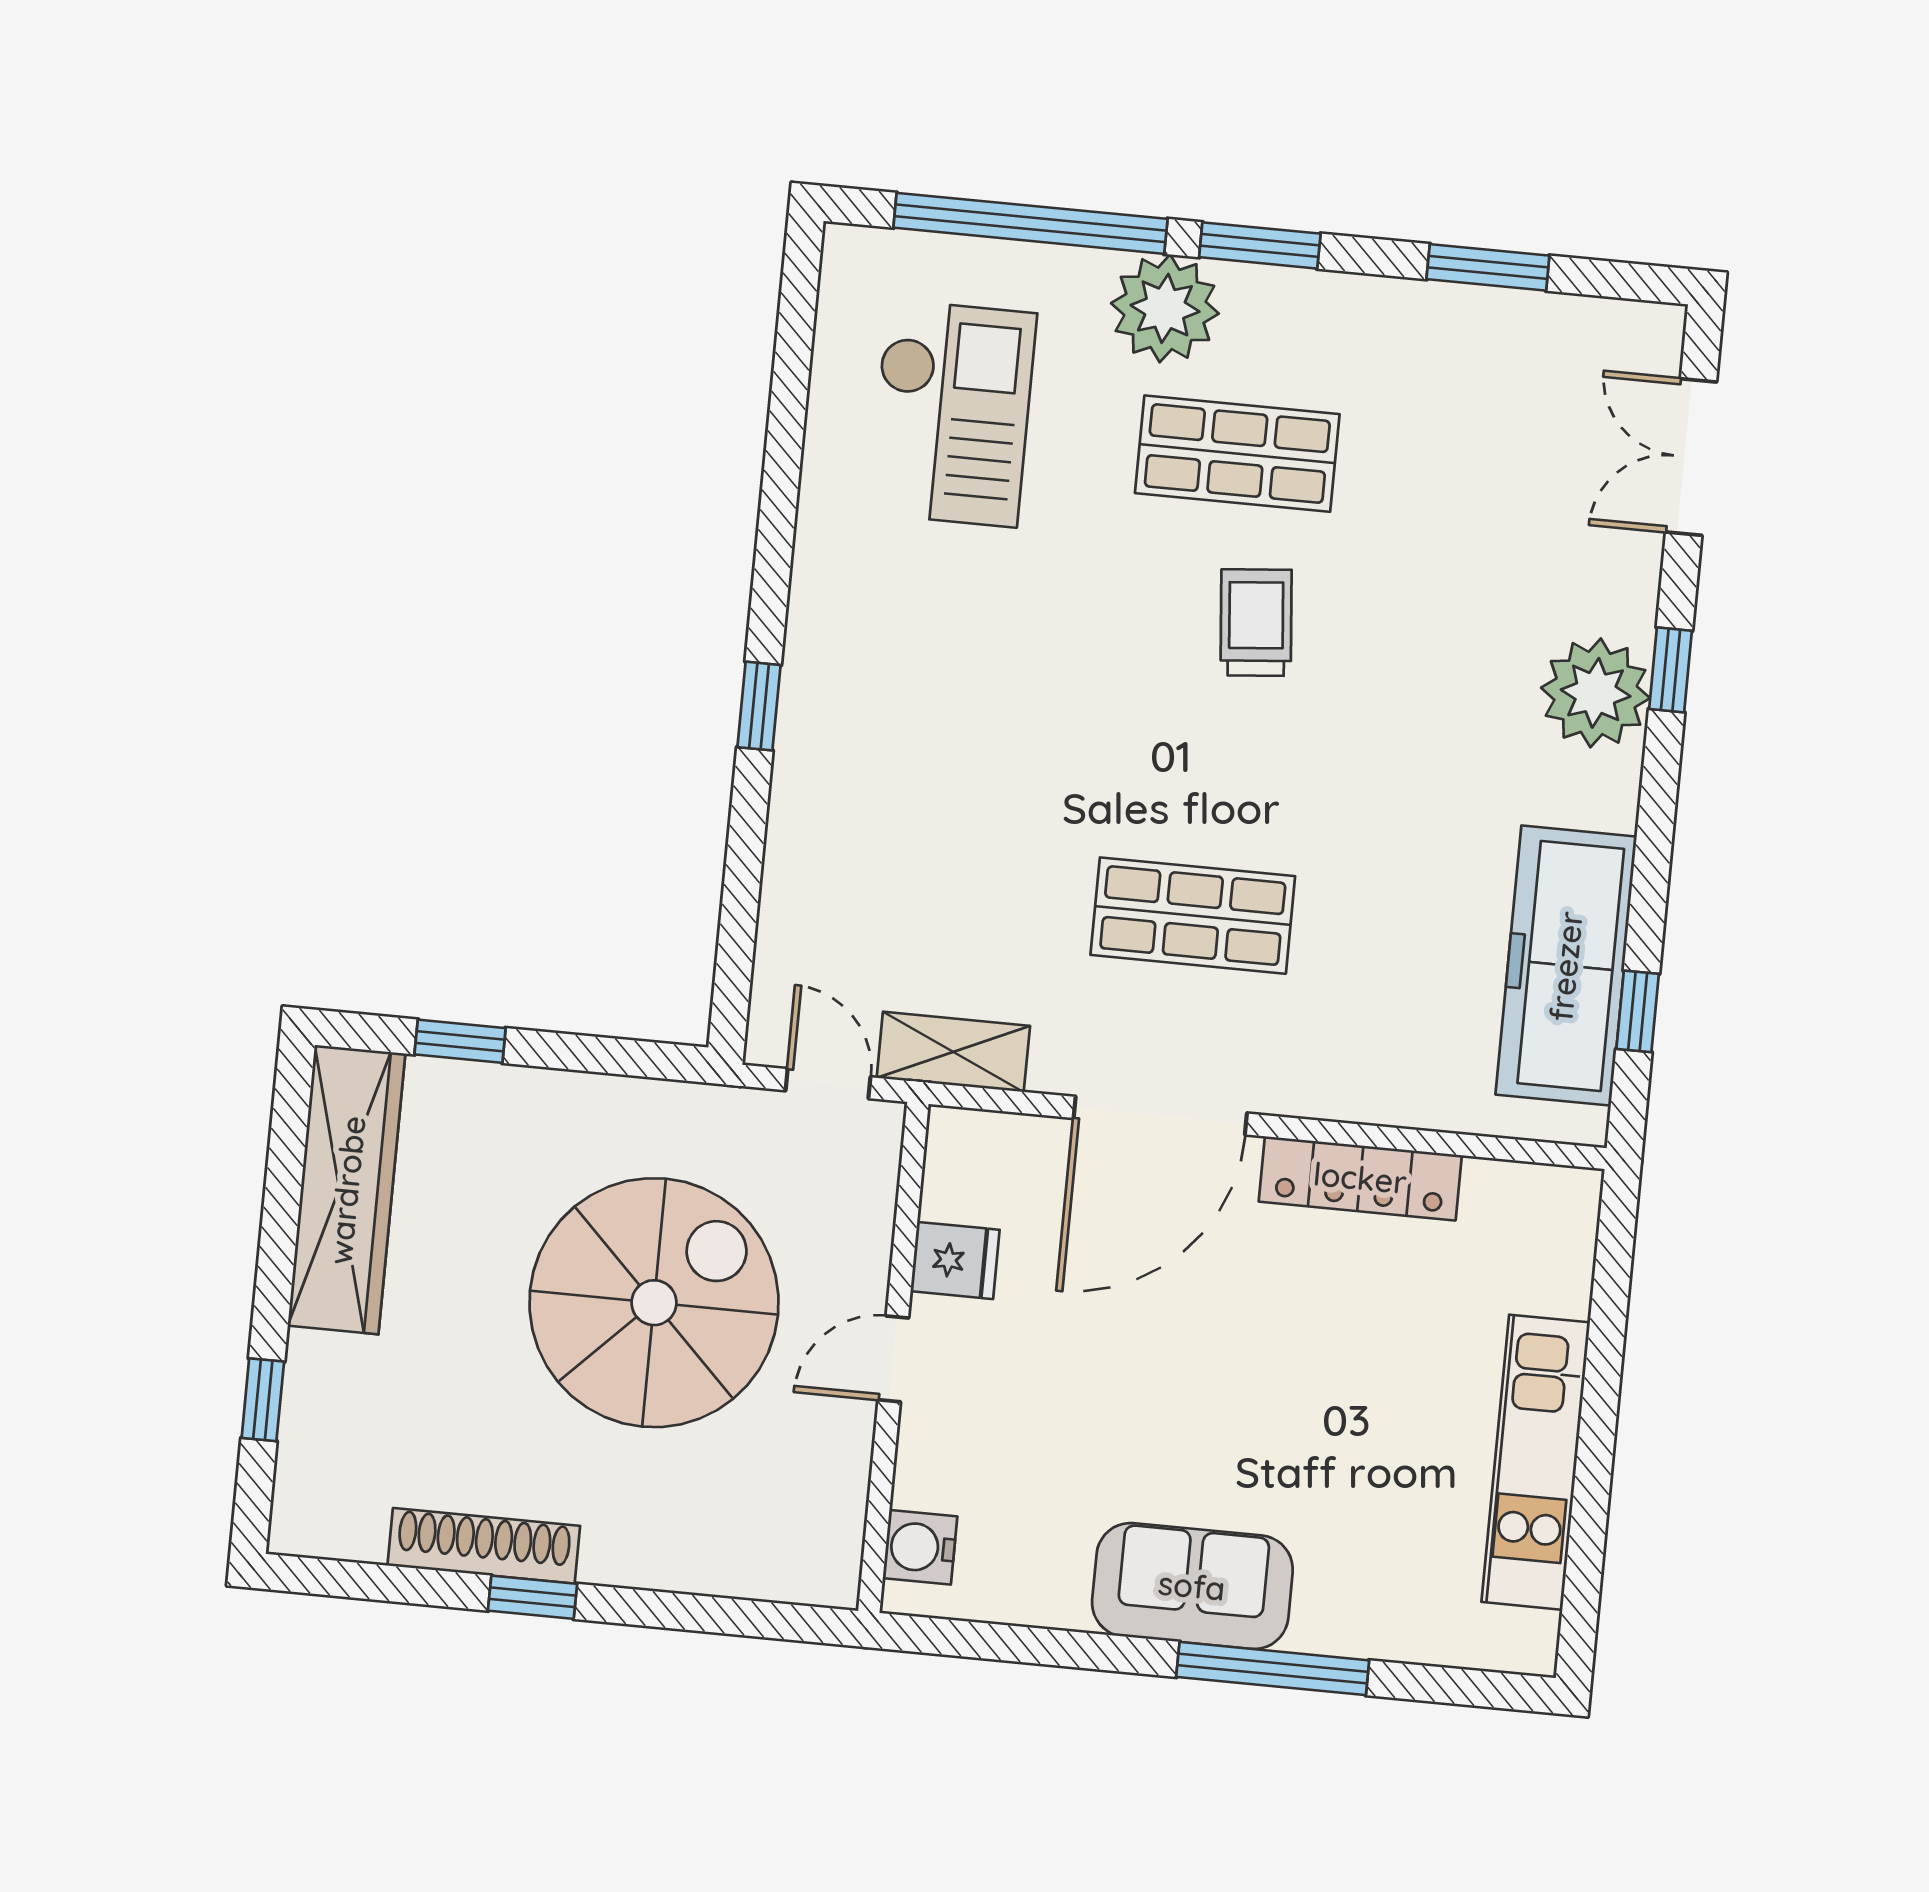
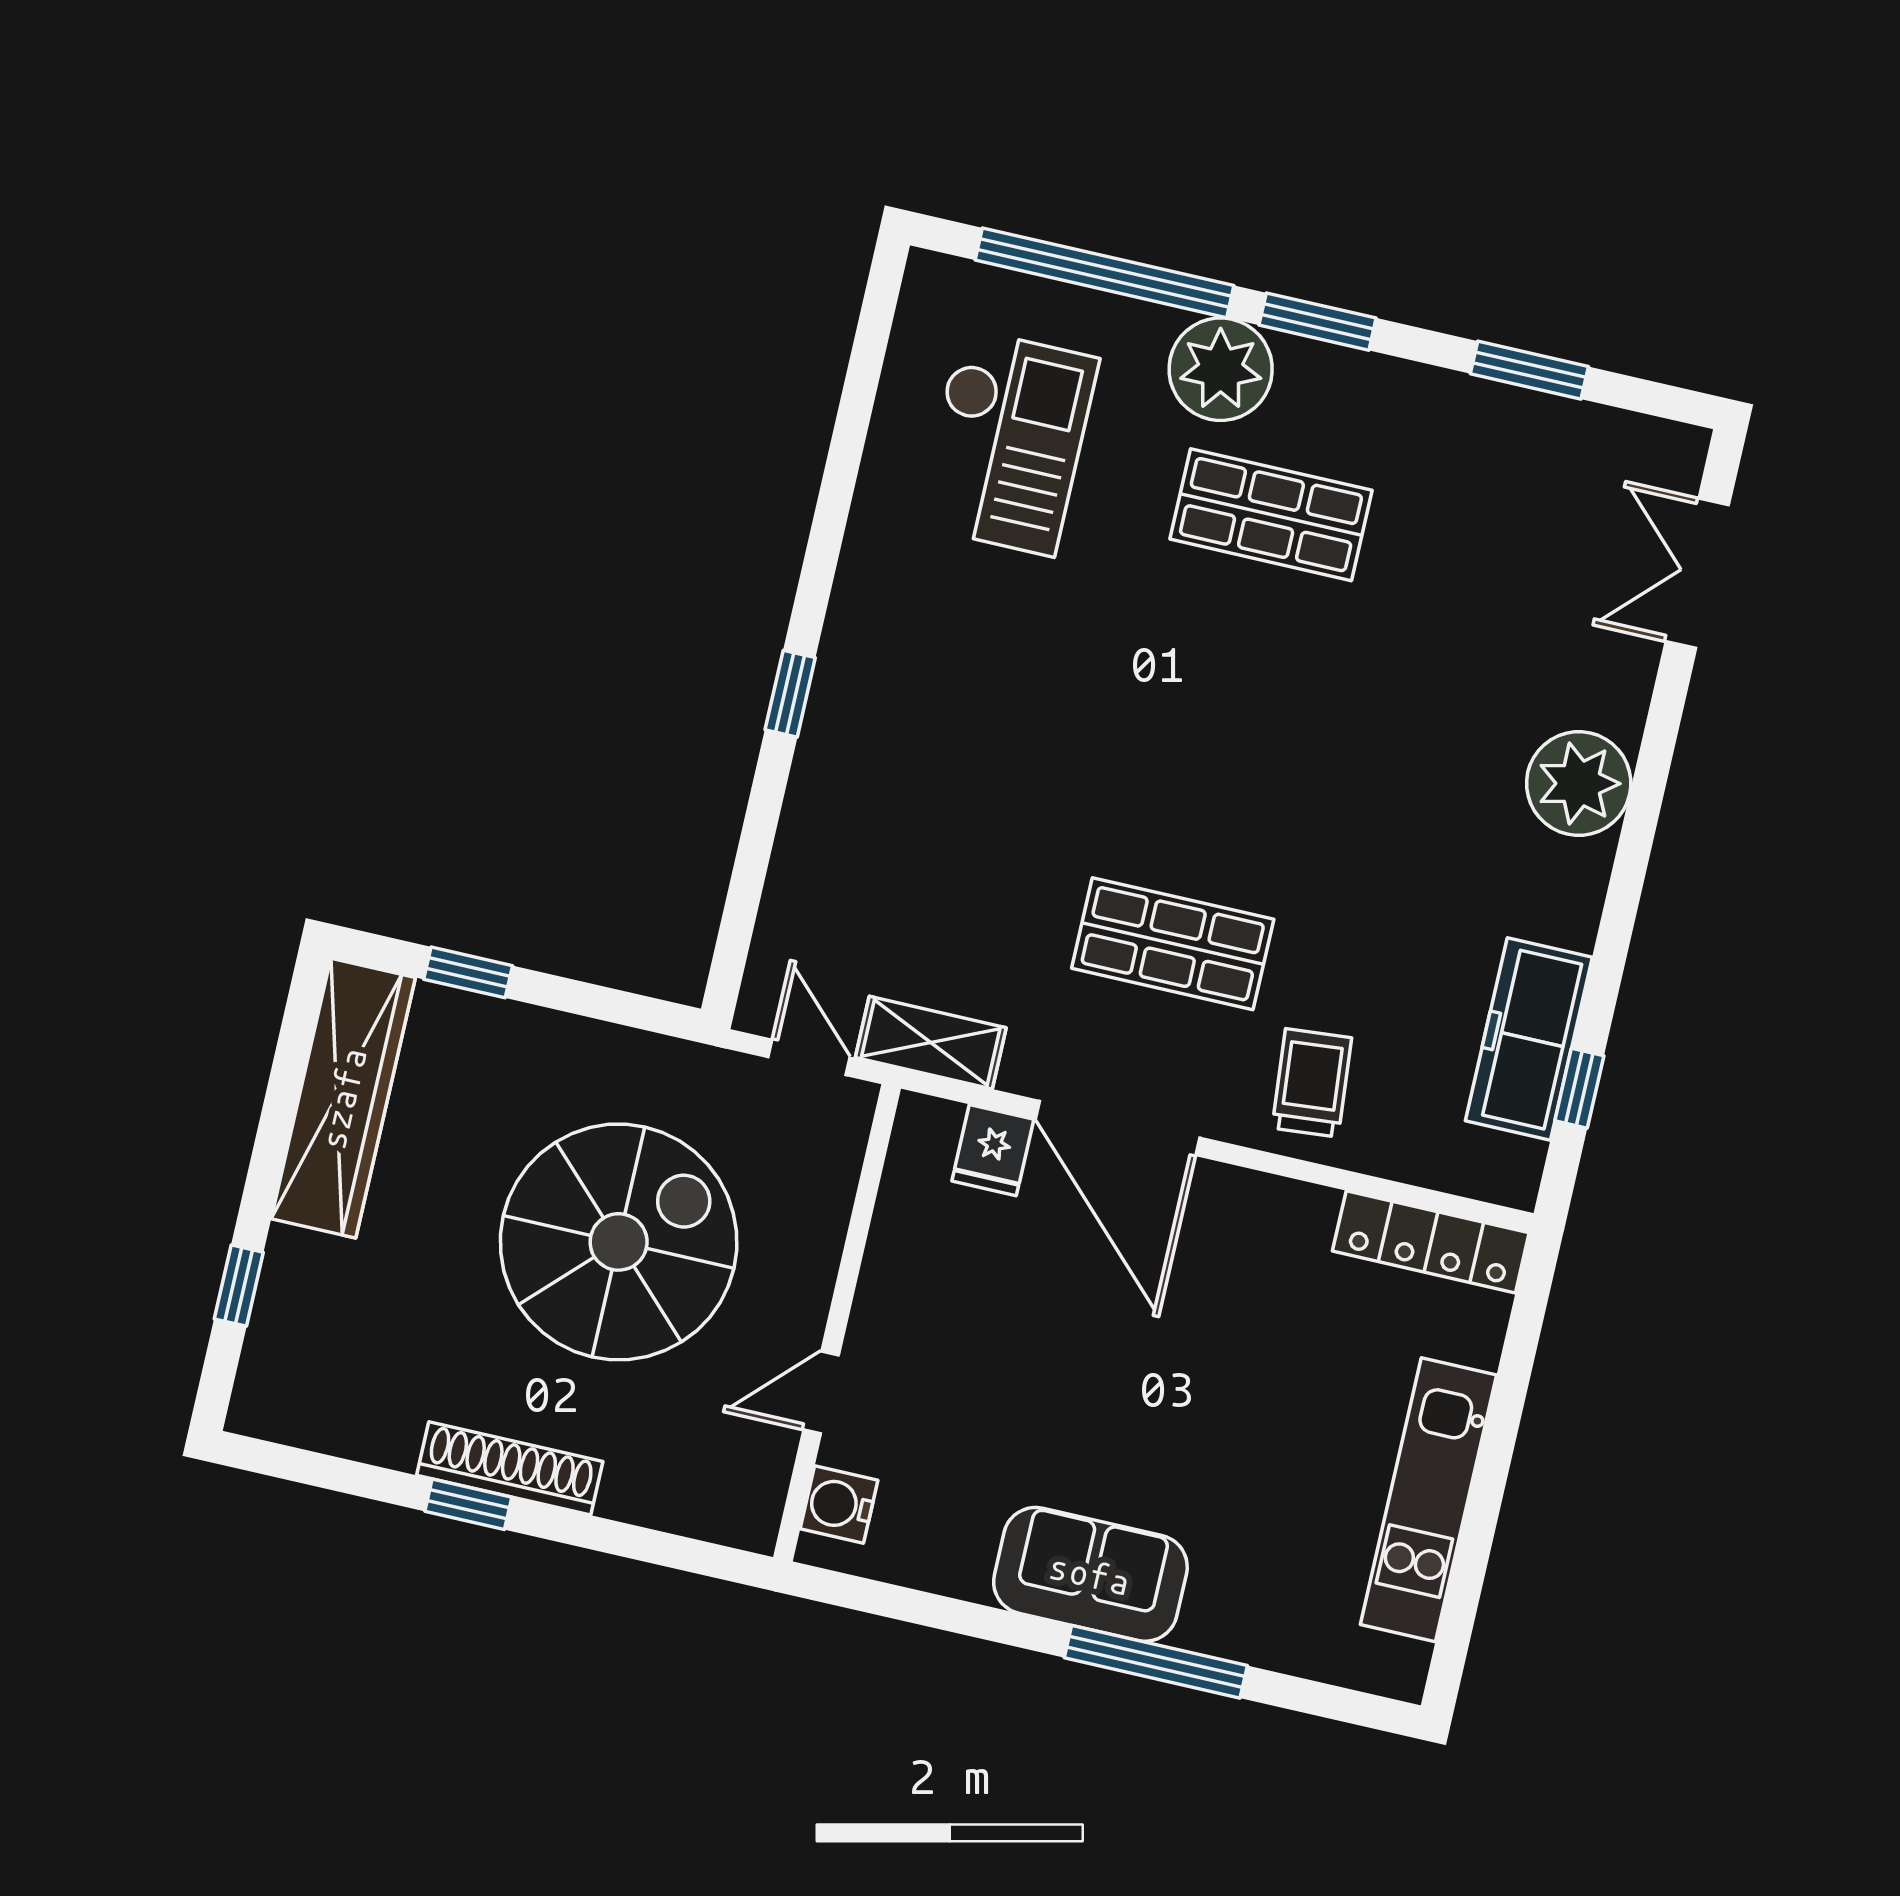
trolley: (1256, 623) -> (1312, 1083), moved
window: (1670, 670) -> (1652, 771), removed
freezer: (1566, 966) -> (1529, 1039), width x0.73, depth x0.79
door: (1160, 1116) -> (1118, 1128), hinge flipped
locker: (1360, 1178) -> (1431, 1242), moved
fridge: (955, 1260) -> (993, 1150), moved, turned 90
door: (893, 1359) -> (821, 1392), moved
shoe rack: (484, 1546) -> (510, 1468), moved

